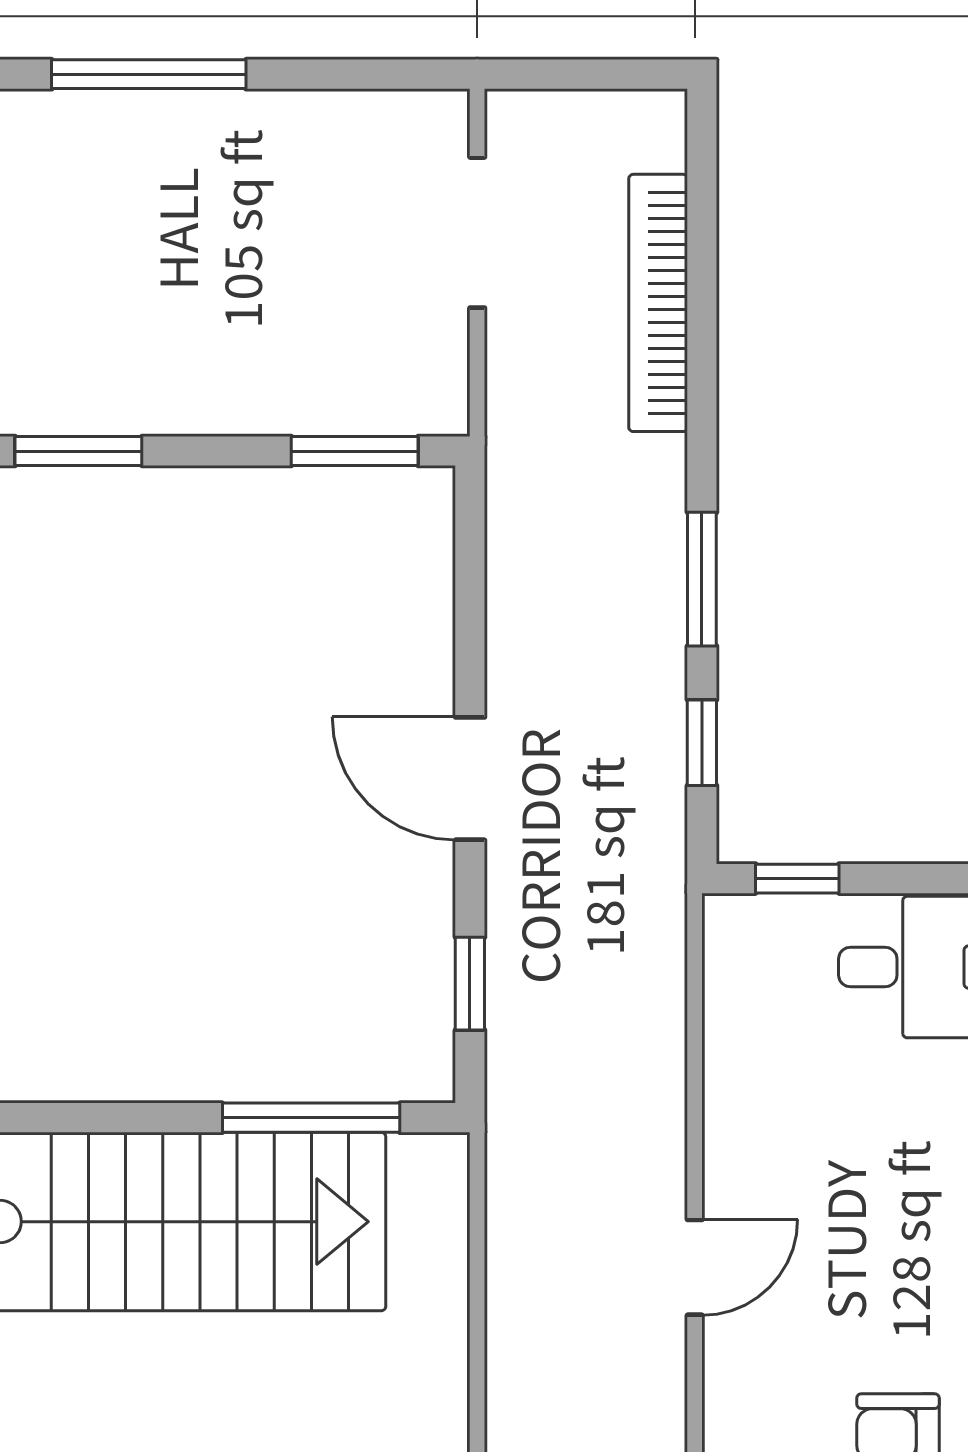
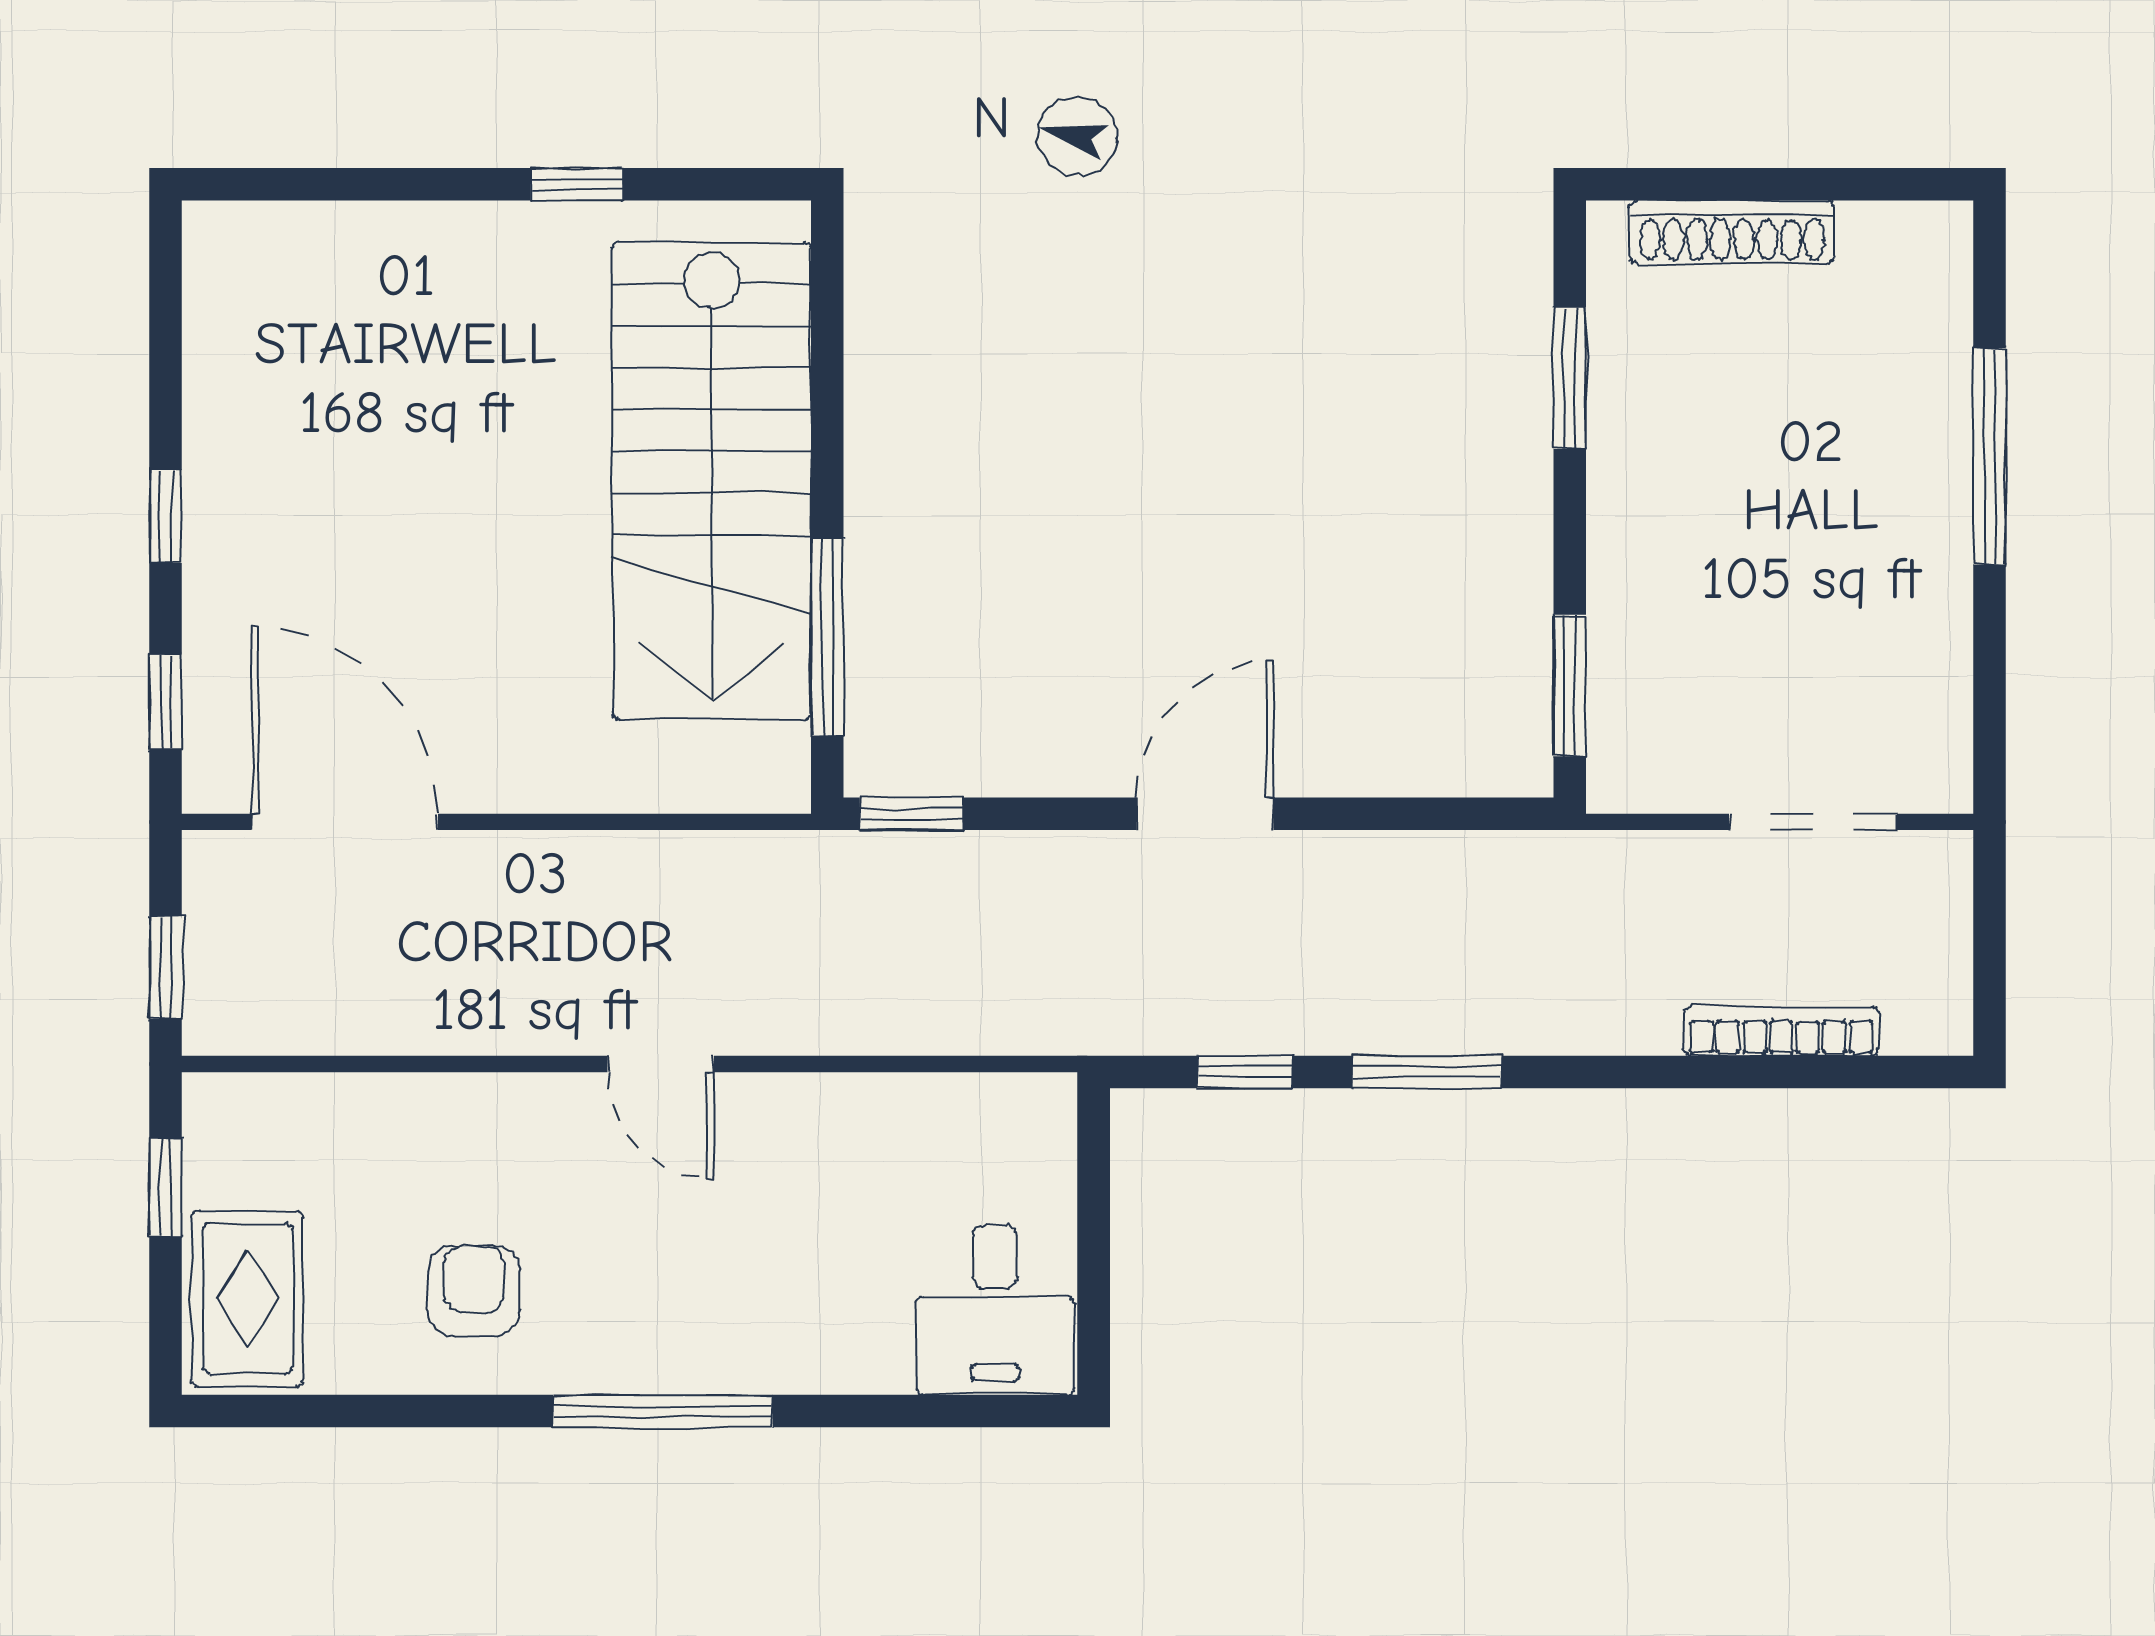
bookcase: (658, 303) -> (1781, 1031), width x0.68, depth x0.76
window: (797, 879) -> (1094, 1178), removed
window: (470, 984) -> (912, 814), moved

